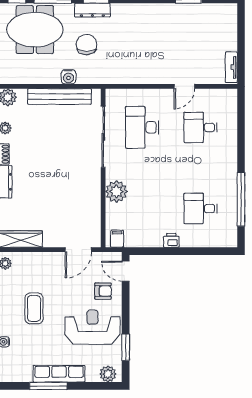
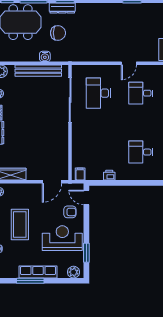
chair: (87, 45) -> (58, 33), turned 90
plant: (116, 192) -> (80, 140), removed
printer: (171, 240) -> (109, 175), moved
coffee table: (34, 308) -> (20, 225), width x1.36, depth x1.32

